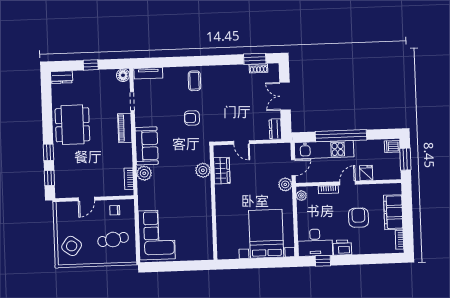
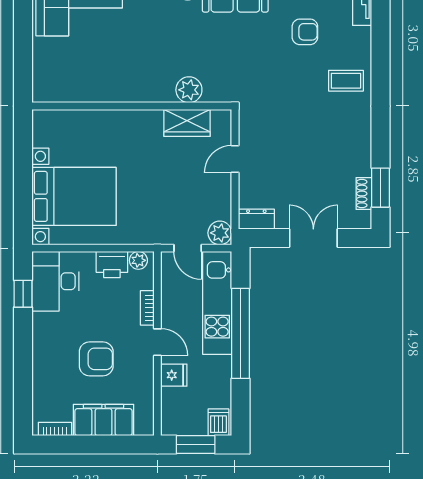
armchair: (192, 118) -> (305, 32), moved, turned 90
plant: (285, 184) -> (220, 233), moved
printer: (342, 247) -> (112, 264), moved, turned 90

